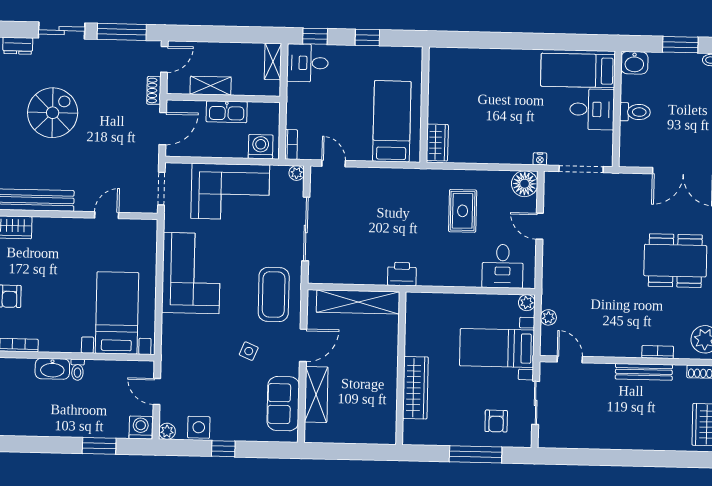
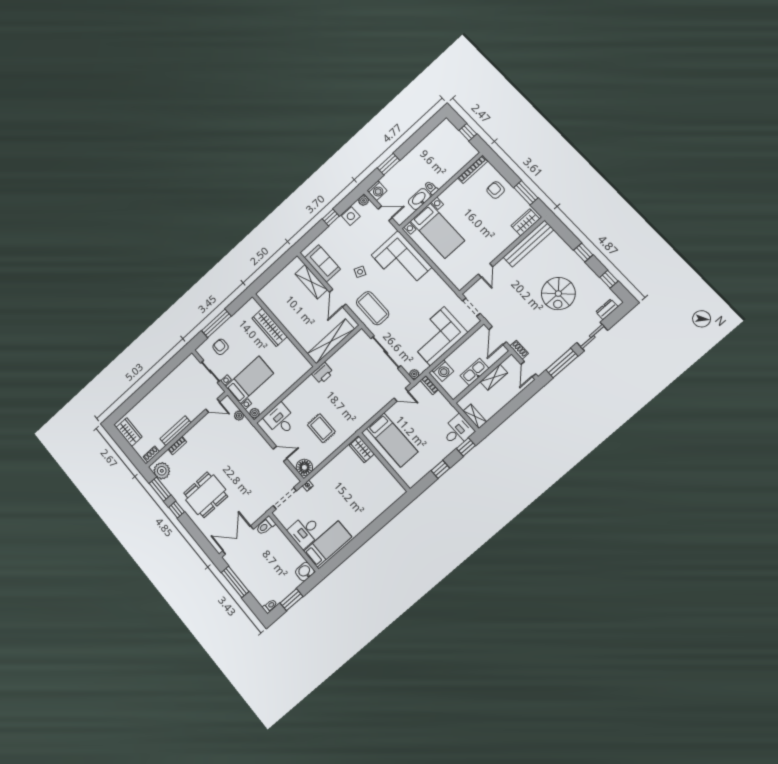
toilet: (635, 112) -> (266, 526), moved
corner sofa: (191, 273) -> (401, 261), moved
washbasin: (52, 369) -> (419, 199), moved

